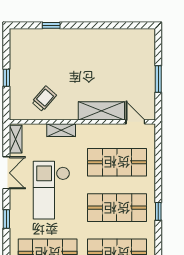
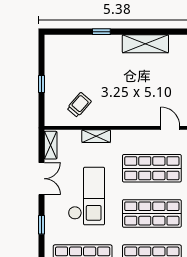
window: (51, 25) -> (101, 32), moved
shelving: (101, 111) -> (145, 44), moved
checkout: (51, 190) -> (86, 196), turned 180

